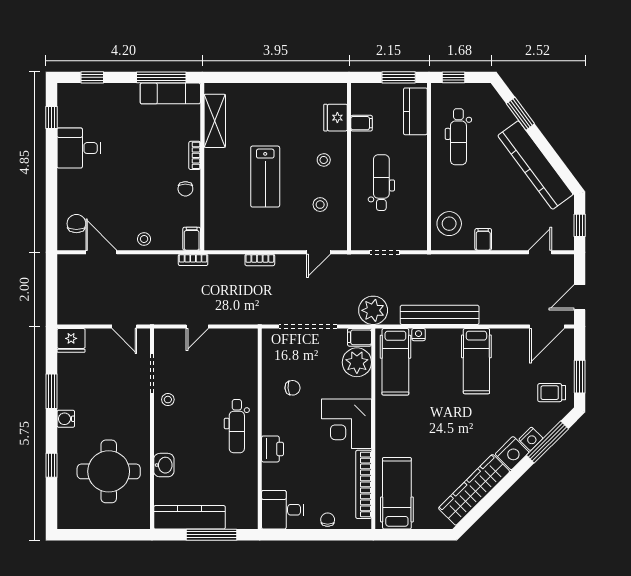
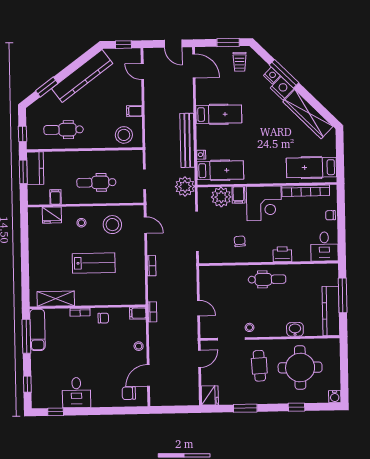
kitchen counter: (415, 111) -> (35, 168), moved, turned -90
dental chair: (458, 137) -> (64, 130), turned 180
stool: (320, 205) -> (112, 225), width x1.89, depth x1.89
filing cabinet: (359, 337) -> (238, 195), moved
cafe table: (112, 413) -> (259, 366), added
water cooler: (66, 419) -> (335, 397), moved
window: (547, 442) -> (284, 74), moved

